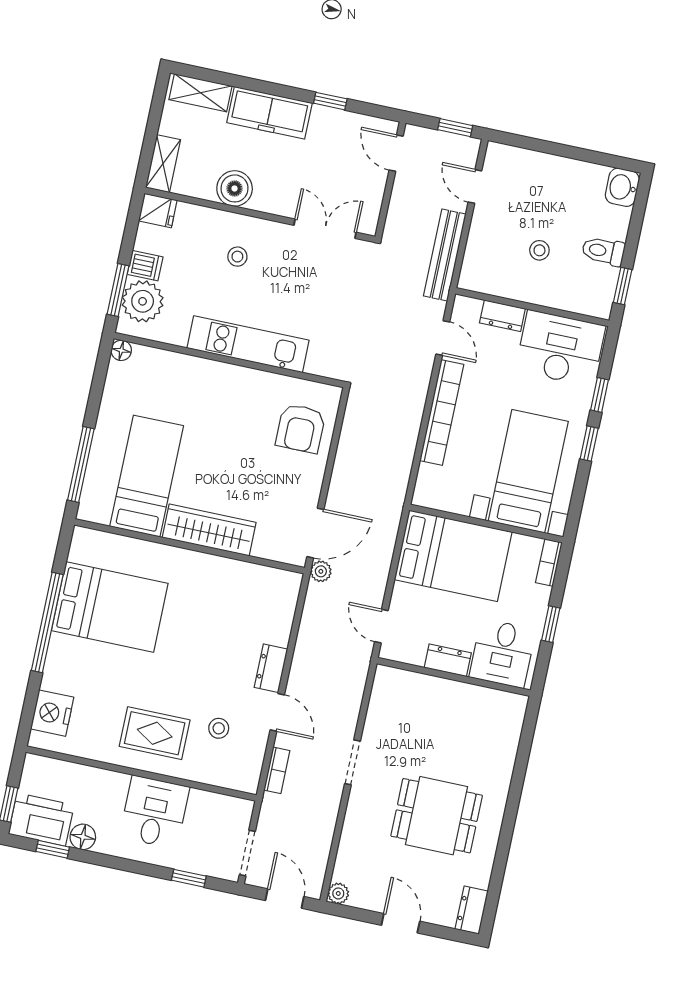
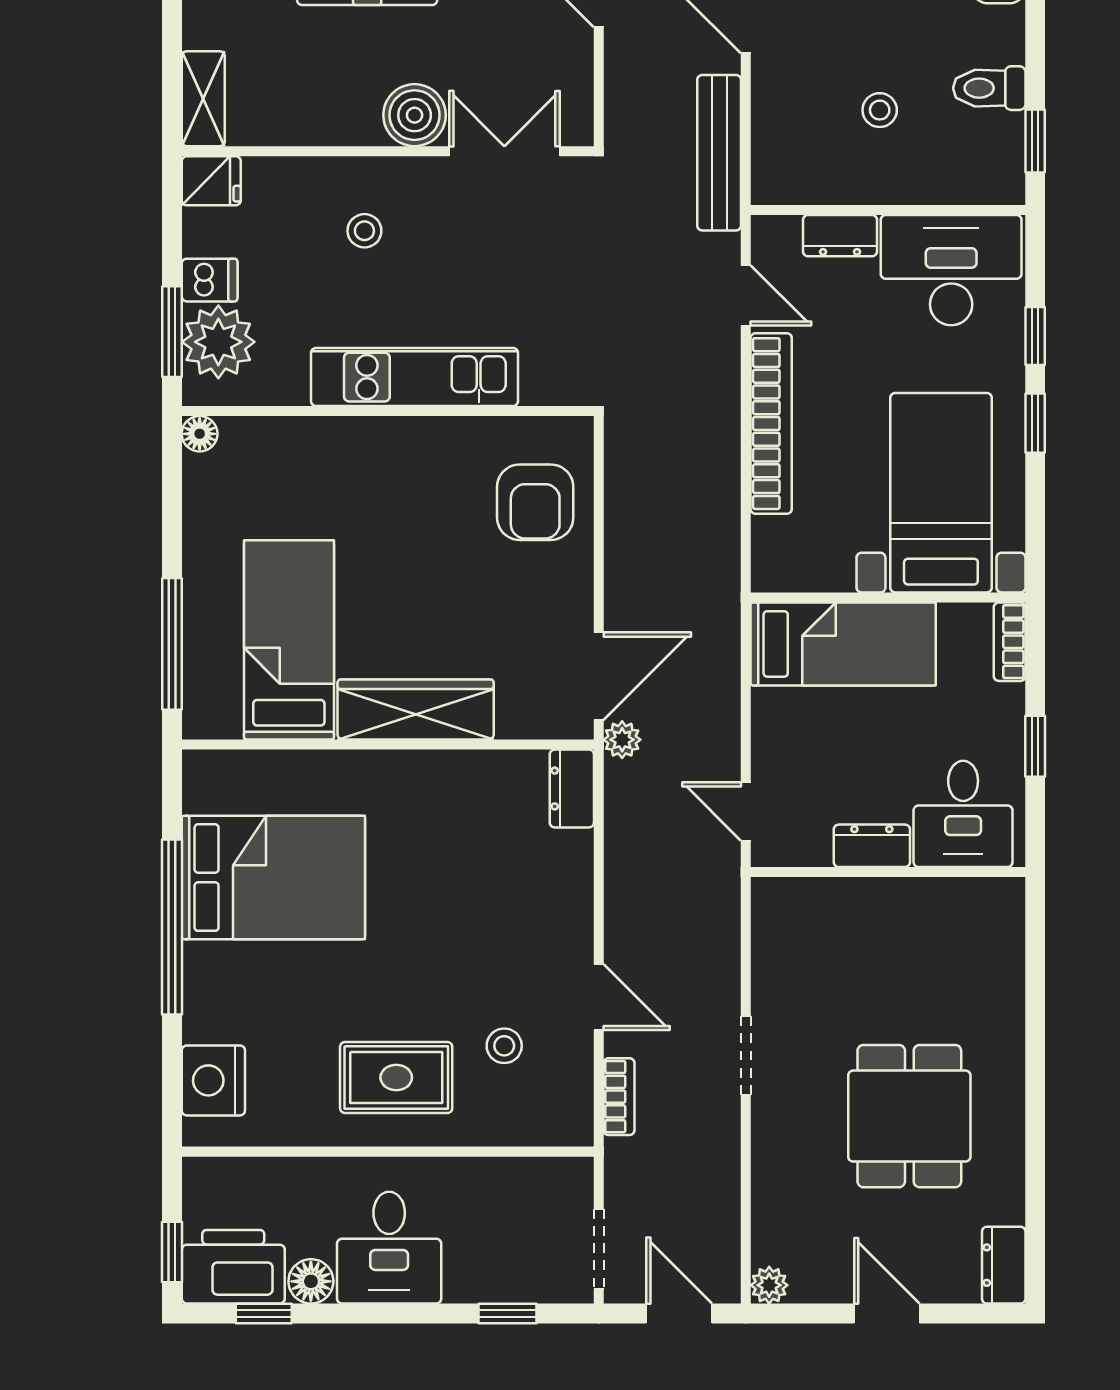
boiler: (235, 188) -> (415, 115), moved
bed: (453, 556) -> (843, 644), width x0.67
dresser: (271, 668) -> (572, 788), moved
desk: (154, 812) -> (389, 1248), moved, turned 180
dining table: (437, 816) -> (909, 1116), turned 90

